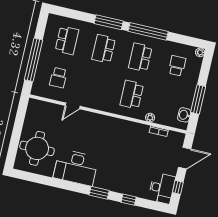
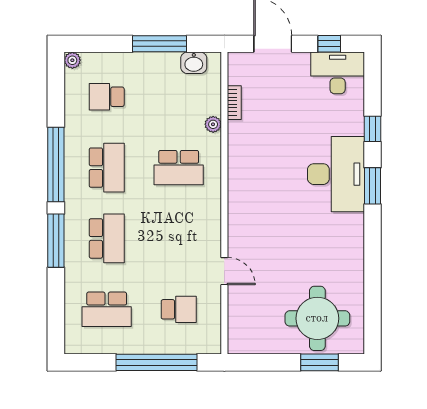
school desk: (67, 40) -> (107, 309), turned 180
school desk: (104, 49) -> (107, 238), turned -90
school desk: (140, 57) -> (107, 168), turned -90
window: (14, 144) -> (320, 362), added
desk: (76, 167) -> (336, 174), moved

